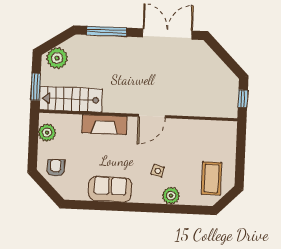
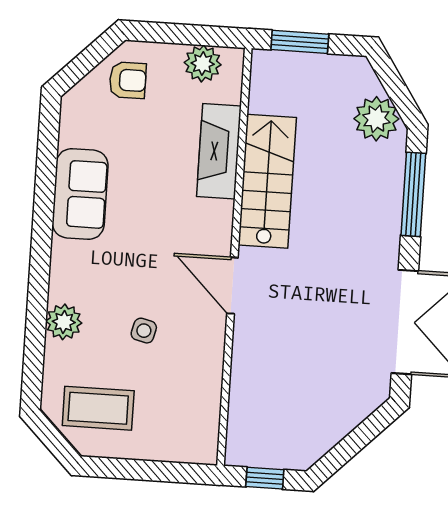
plant: (57, 58) -> (376, 119), moved
stairs: (71, 99) -> (267, 181), moved
fireplace: (104, 125) -> (219, 151), moved
side table: (158, 171) -> (144, 331), moved

